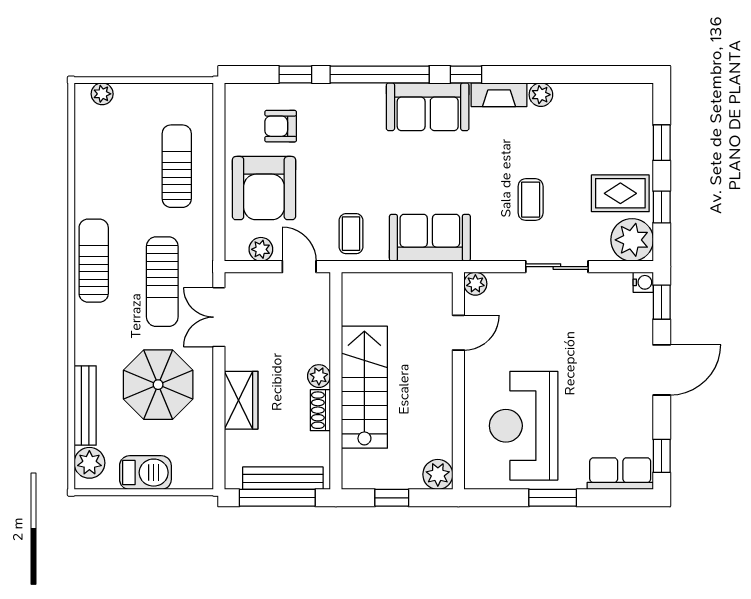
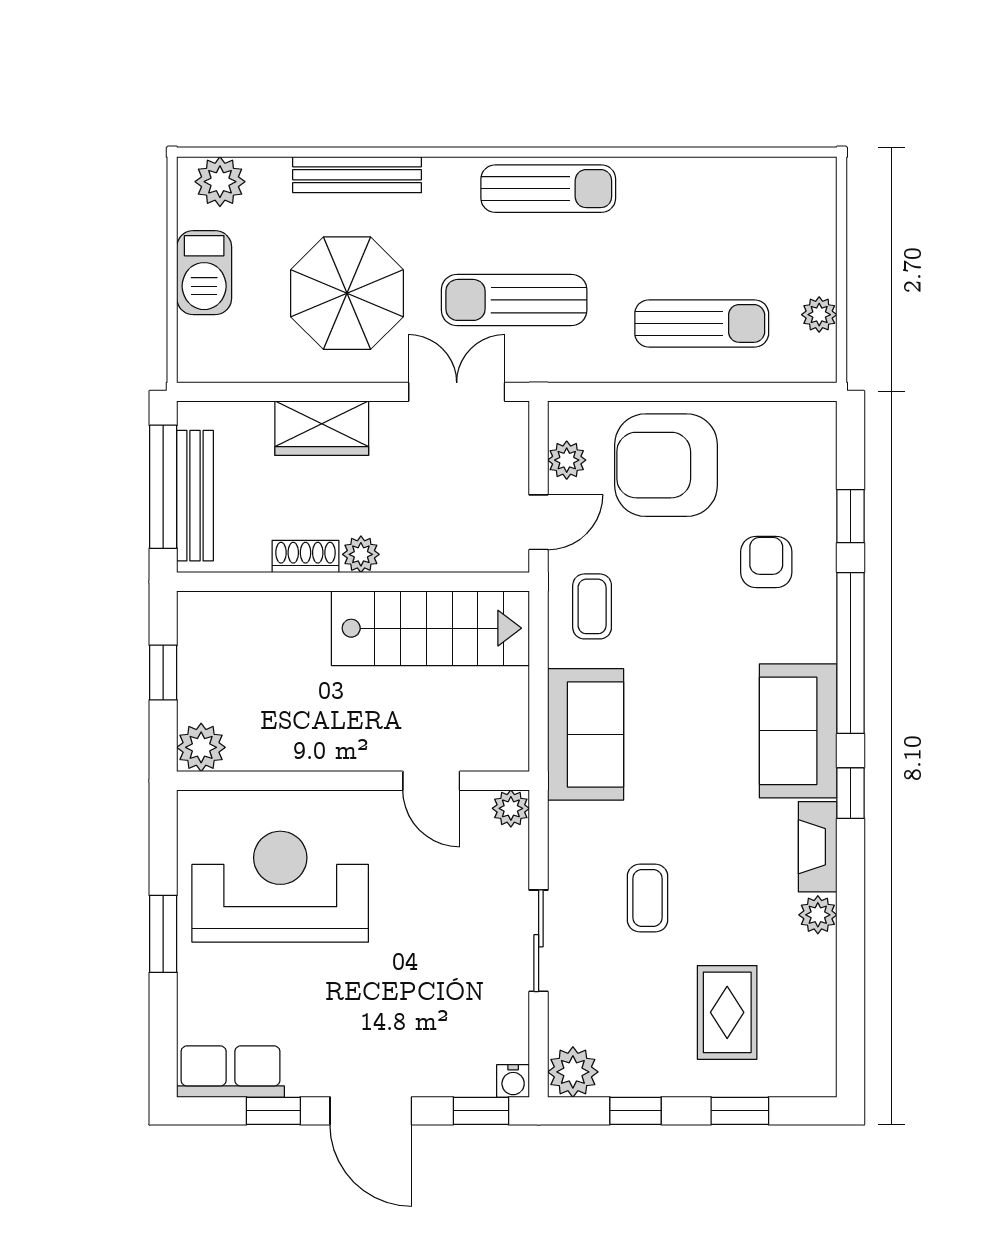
plant: (102, 94) -> (819, 315), moved
armchair: (281, 126) -> (766, 562), moved
rug: (620, 193) -> (727, 1012), moved
coffee table: (531, 200) -> (648, 898), turned 90
coffee table: (351, 234) -> (592, 606), turned 90
plant: (632, 240) -> (573, 1072), width x0.73, depth x0.73
stairs: (364, 387) -> (430, 628), moved
bench: (85, 406) -> (357, 175), moved
window: (662, 456) -> (273, 1111), moved
row of seats: (620, 474) -> (230, 1072), moved, turned -90

